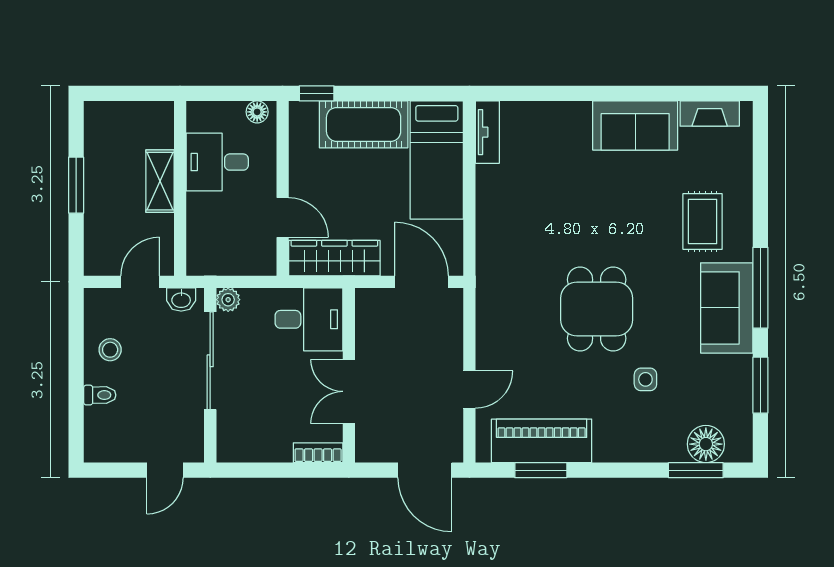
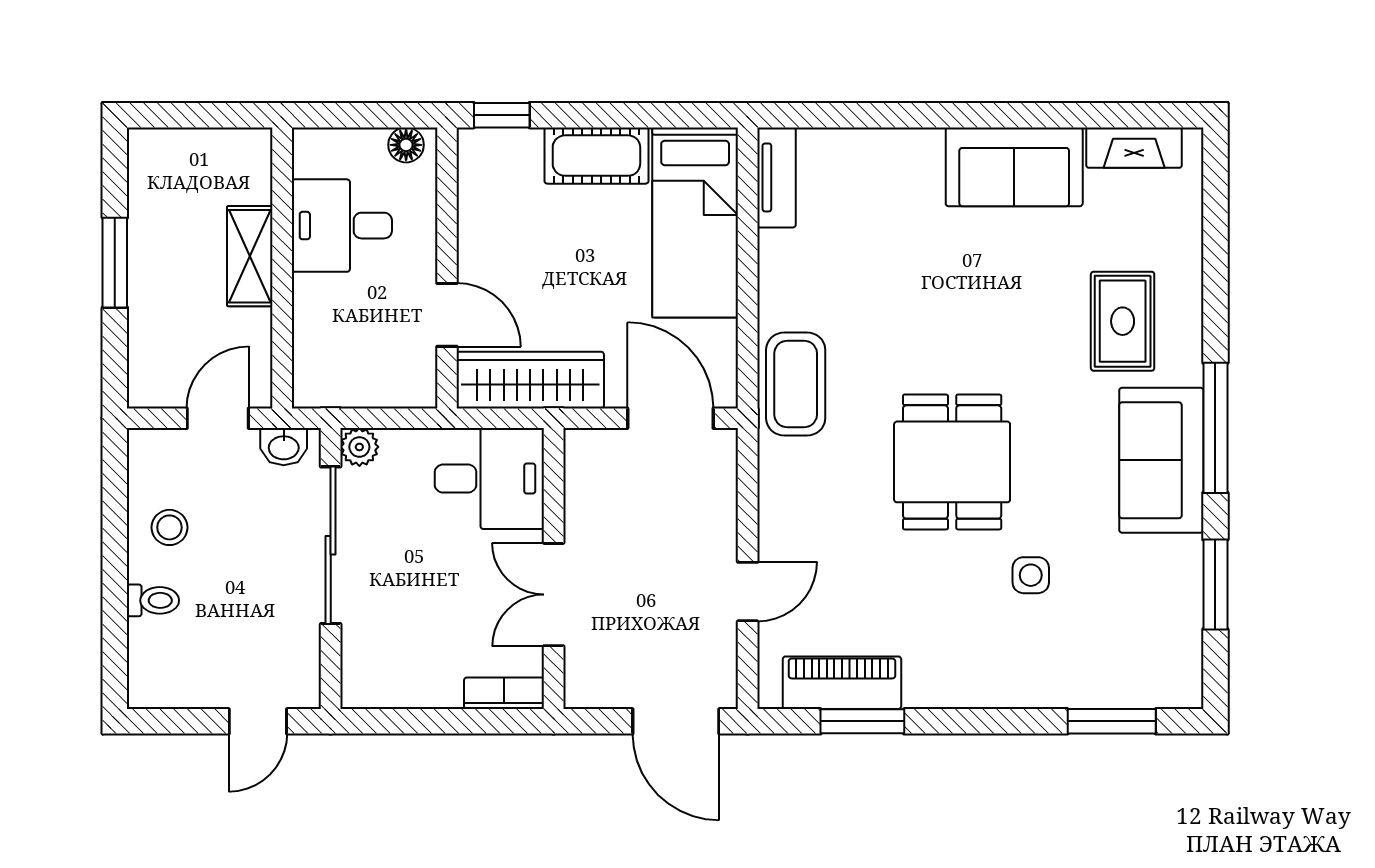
cot: (364, 124) -> (596, 156), width x0.73, depth x0.75
coffee table: (499, 261) -> (796, 384), added
piano: (542, 441) -> (842, 683), width x0.73, depth x0.75
floor lamp: (706, 444) -> (1128, 679), removed

